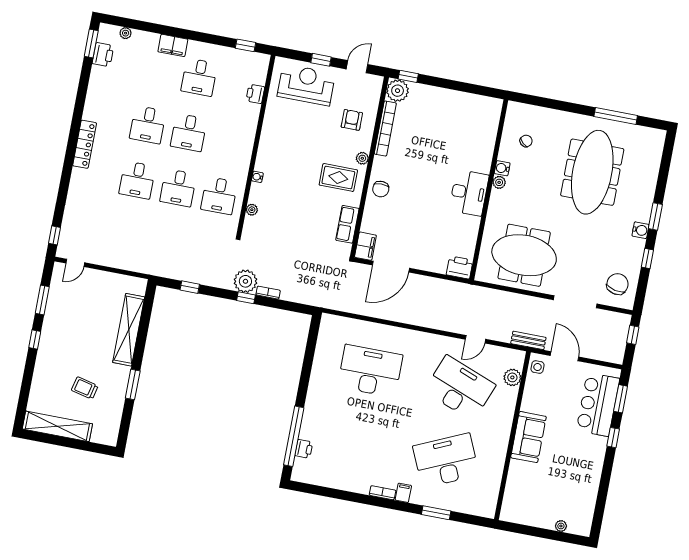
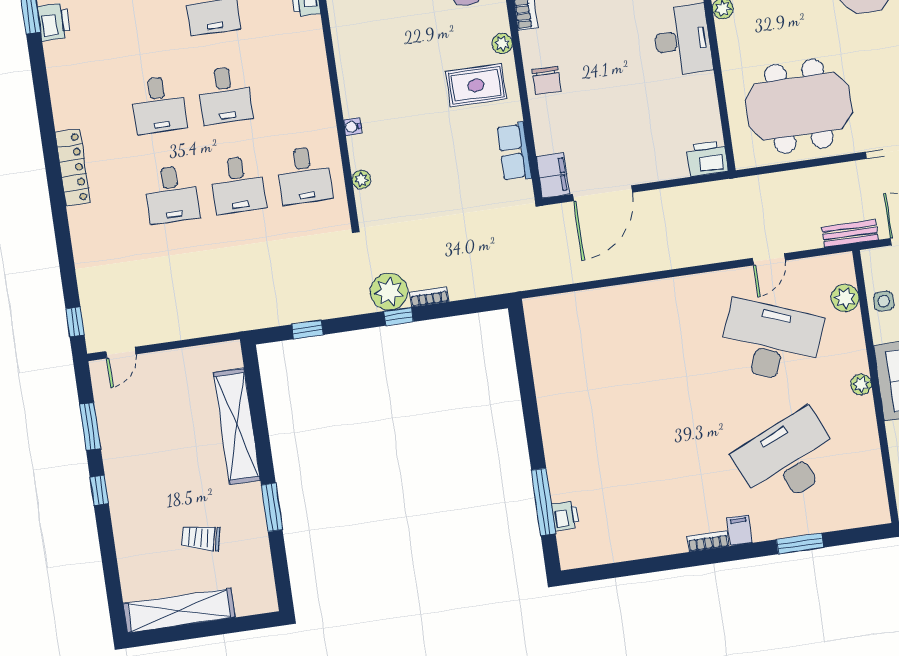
side table: (537, 367) -> (884, 301), moved
desk: (370, 371) -> (625, 363), removed
plant: (504, 432) -> (861, 384), added
window: (294, 436) -> (543, 502), width x0.68

